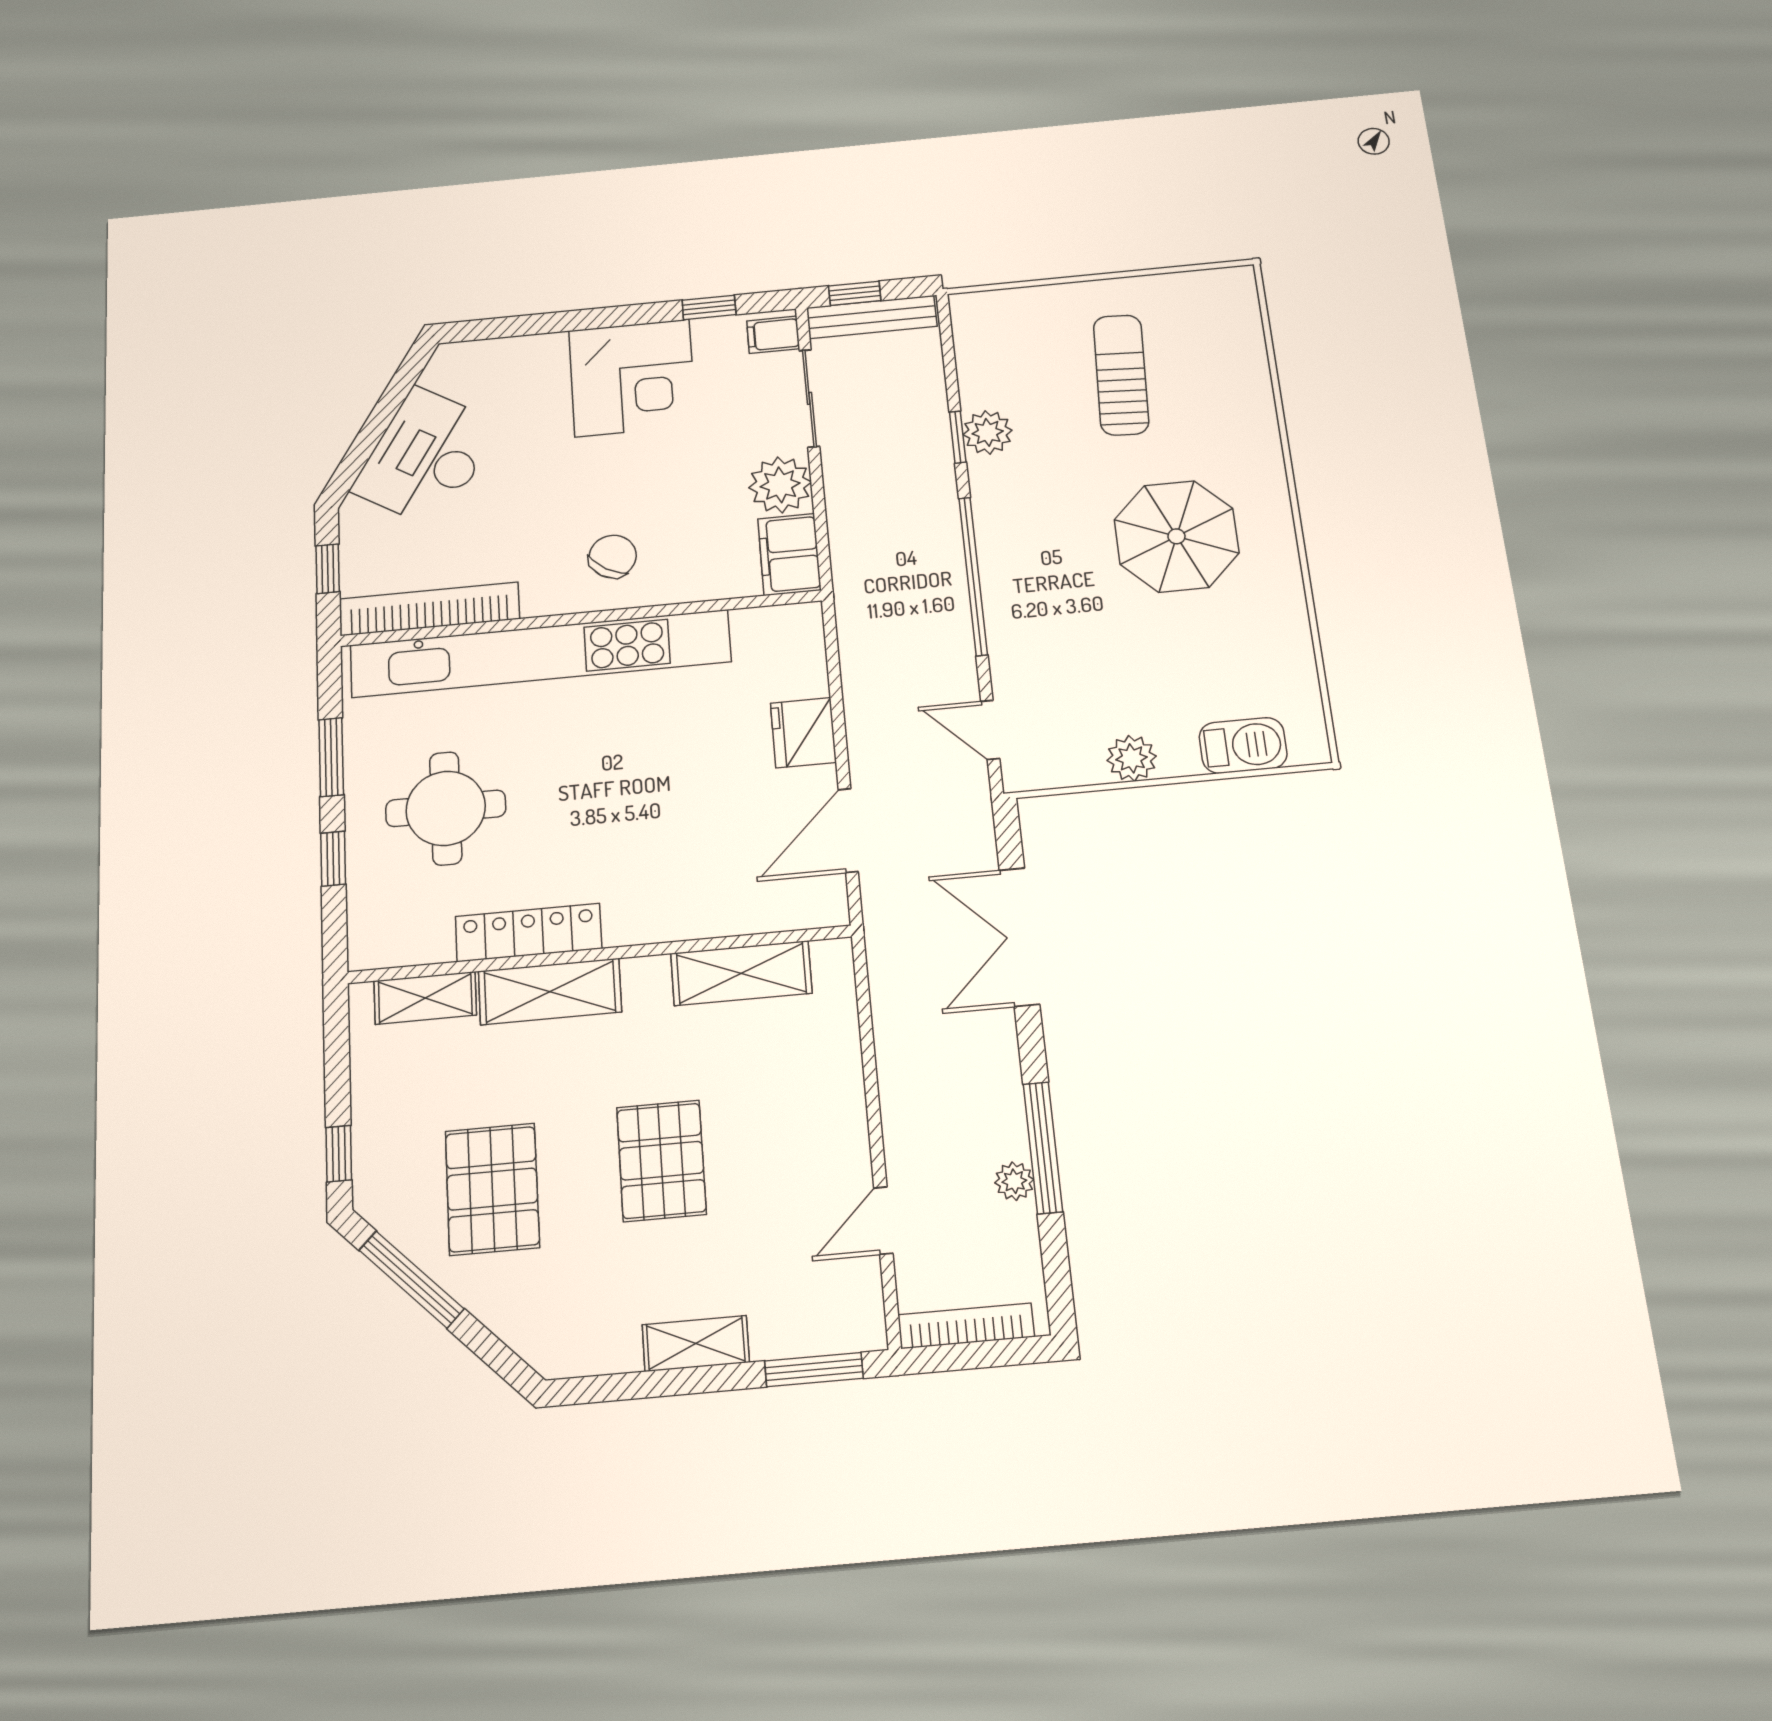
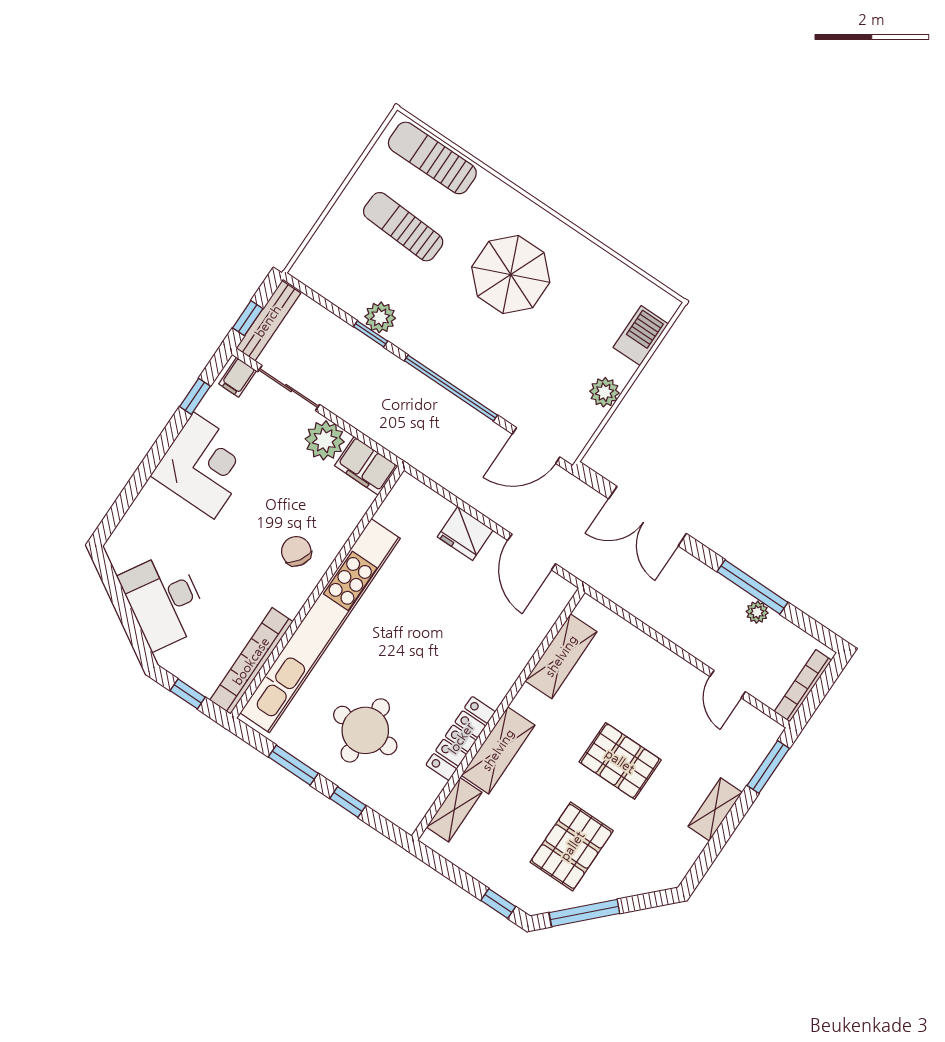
sun lounger: (1234, 344) -> (432, 158), added
door: (990, 730) -> (536, 445), width x1.37
pallet: (492, 1189) -> (572, 846), turned 90

